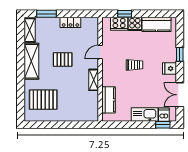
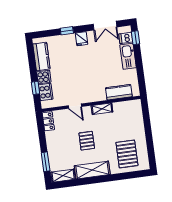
locker: (70, 22) -> (48, 121), moved
trolley: (134, 65) -> (83, 72), removed

